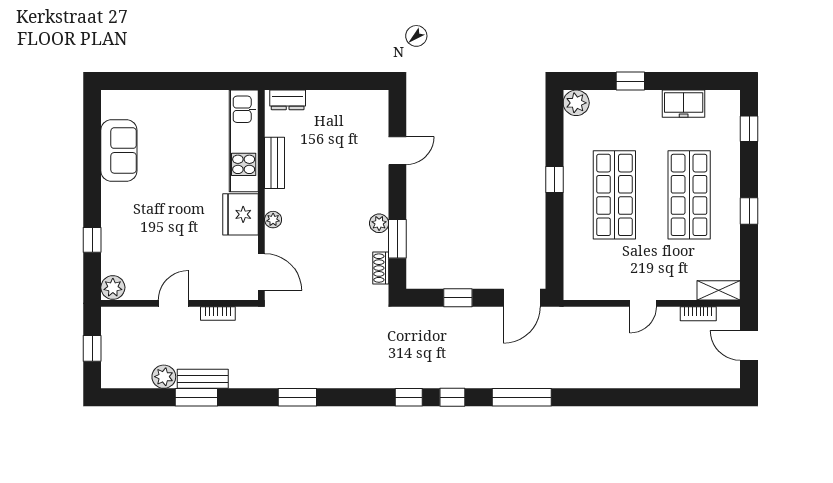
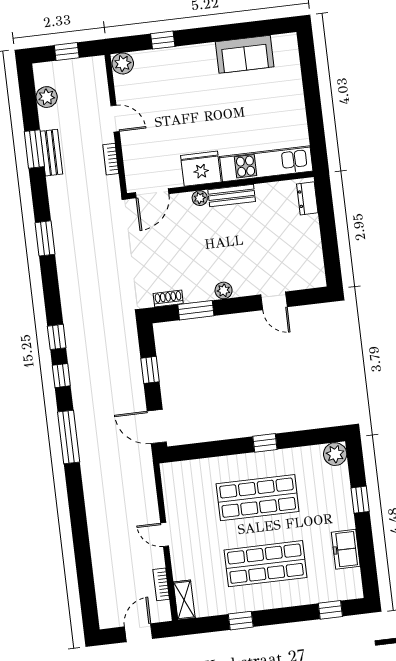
bench: (274, 163) -> (232, 196), moved
window: (749, 211) -> (241, 621), moved
plant: (379, 223) -> (224, 290), moved
plant: (164, 377) -> (47, 97), moved

